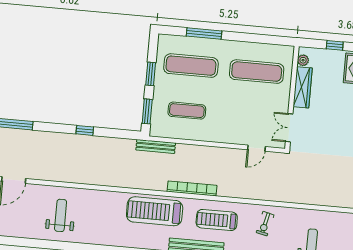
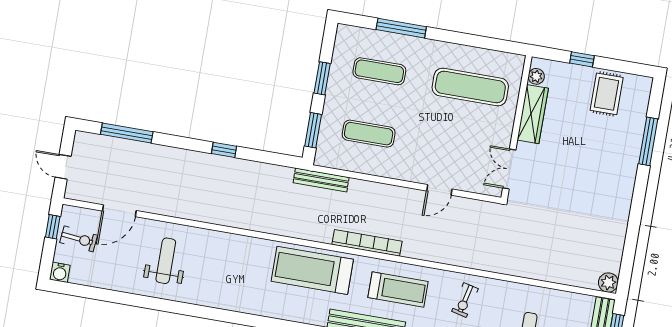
exercise mat: (191, 66) -> (379, 71), width x0.73, depth x0.69
door: (256, 148) -> (439, 190), moved
weight bench: (61, 215) -> (166, 261), moved
treadmill: (217, 220) -> (398, 290), turned 180

